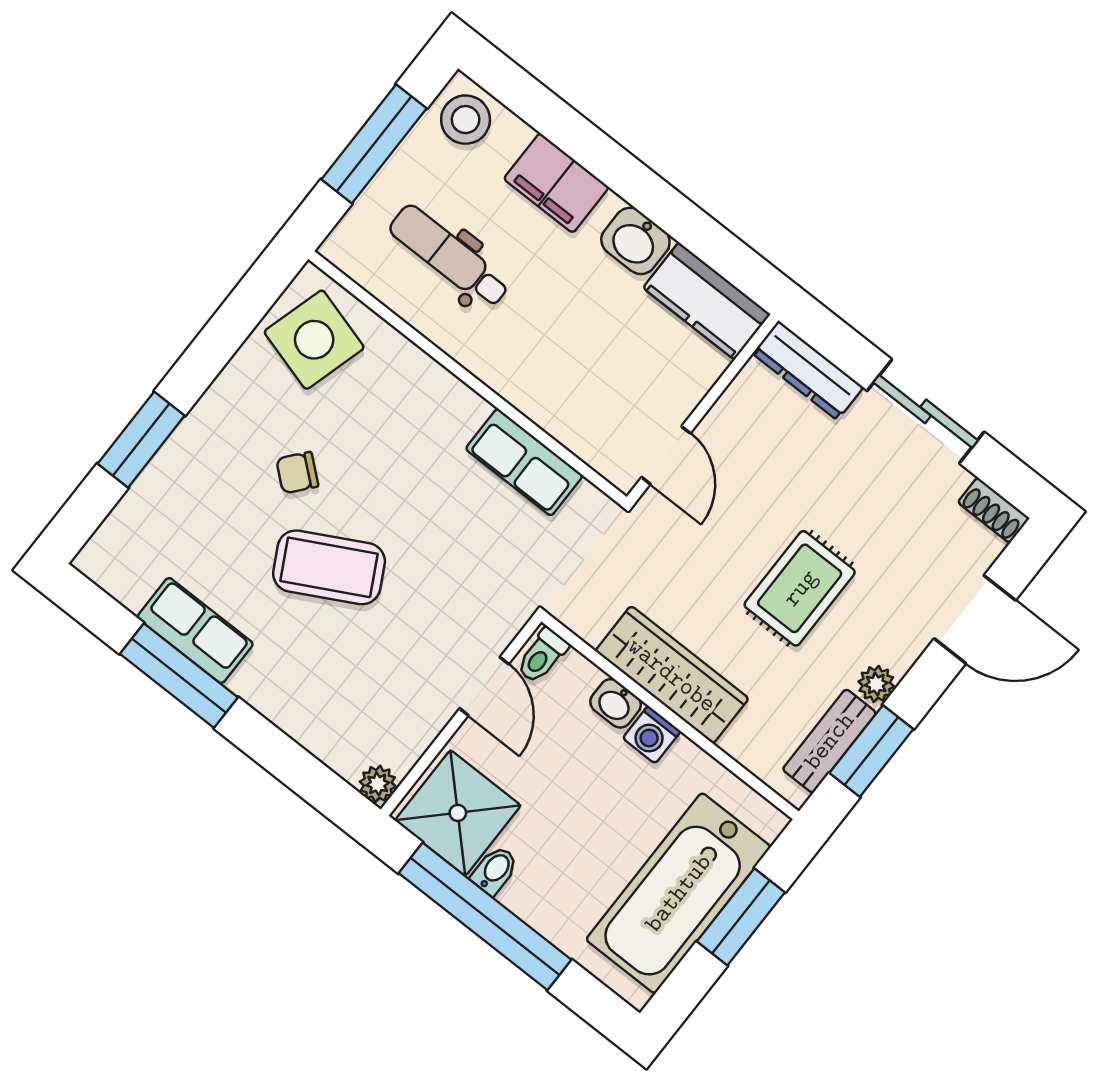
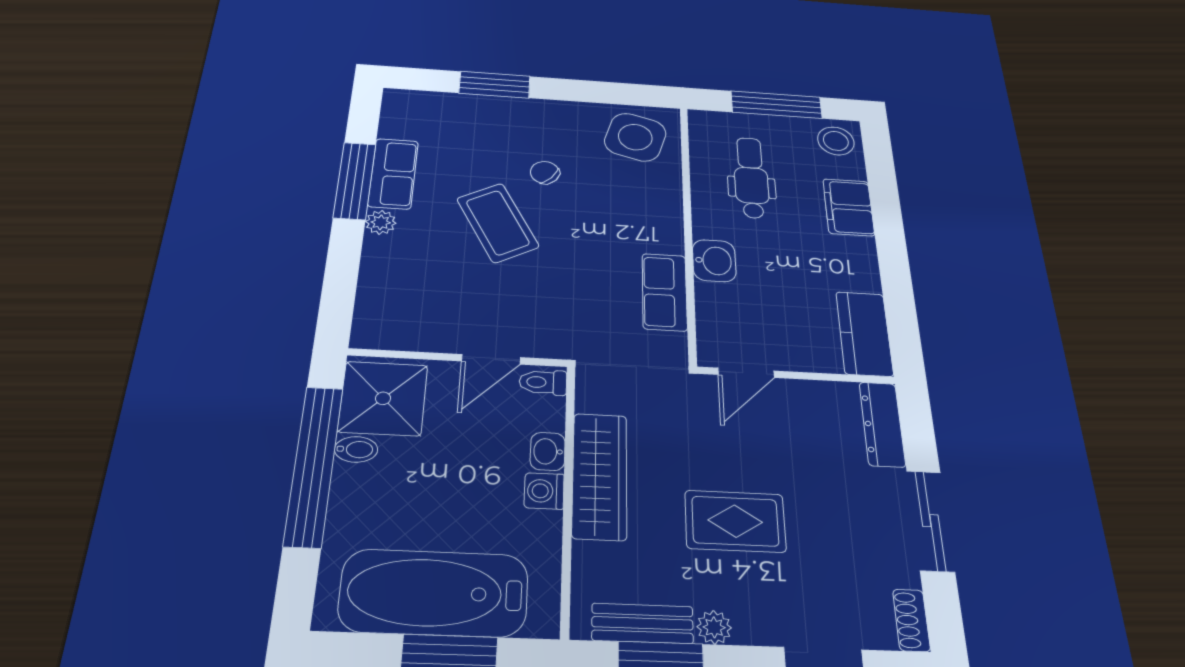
washbasin: (635, 241) -> (714, 261), moved, turned 180
plant: (378, 784) -> (381, 222), moved

